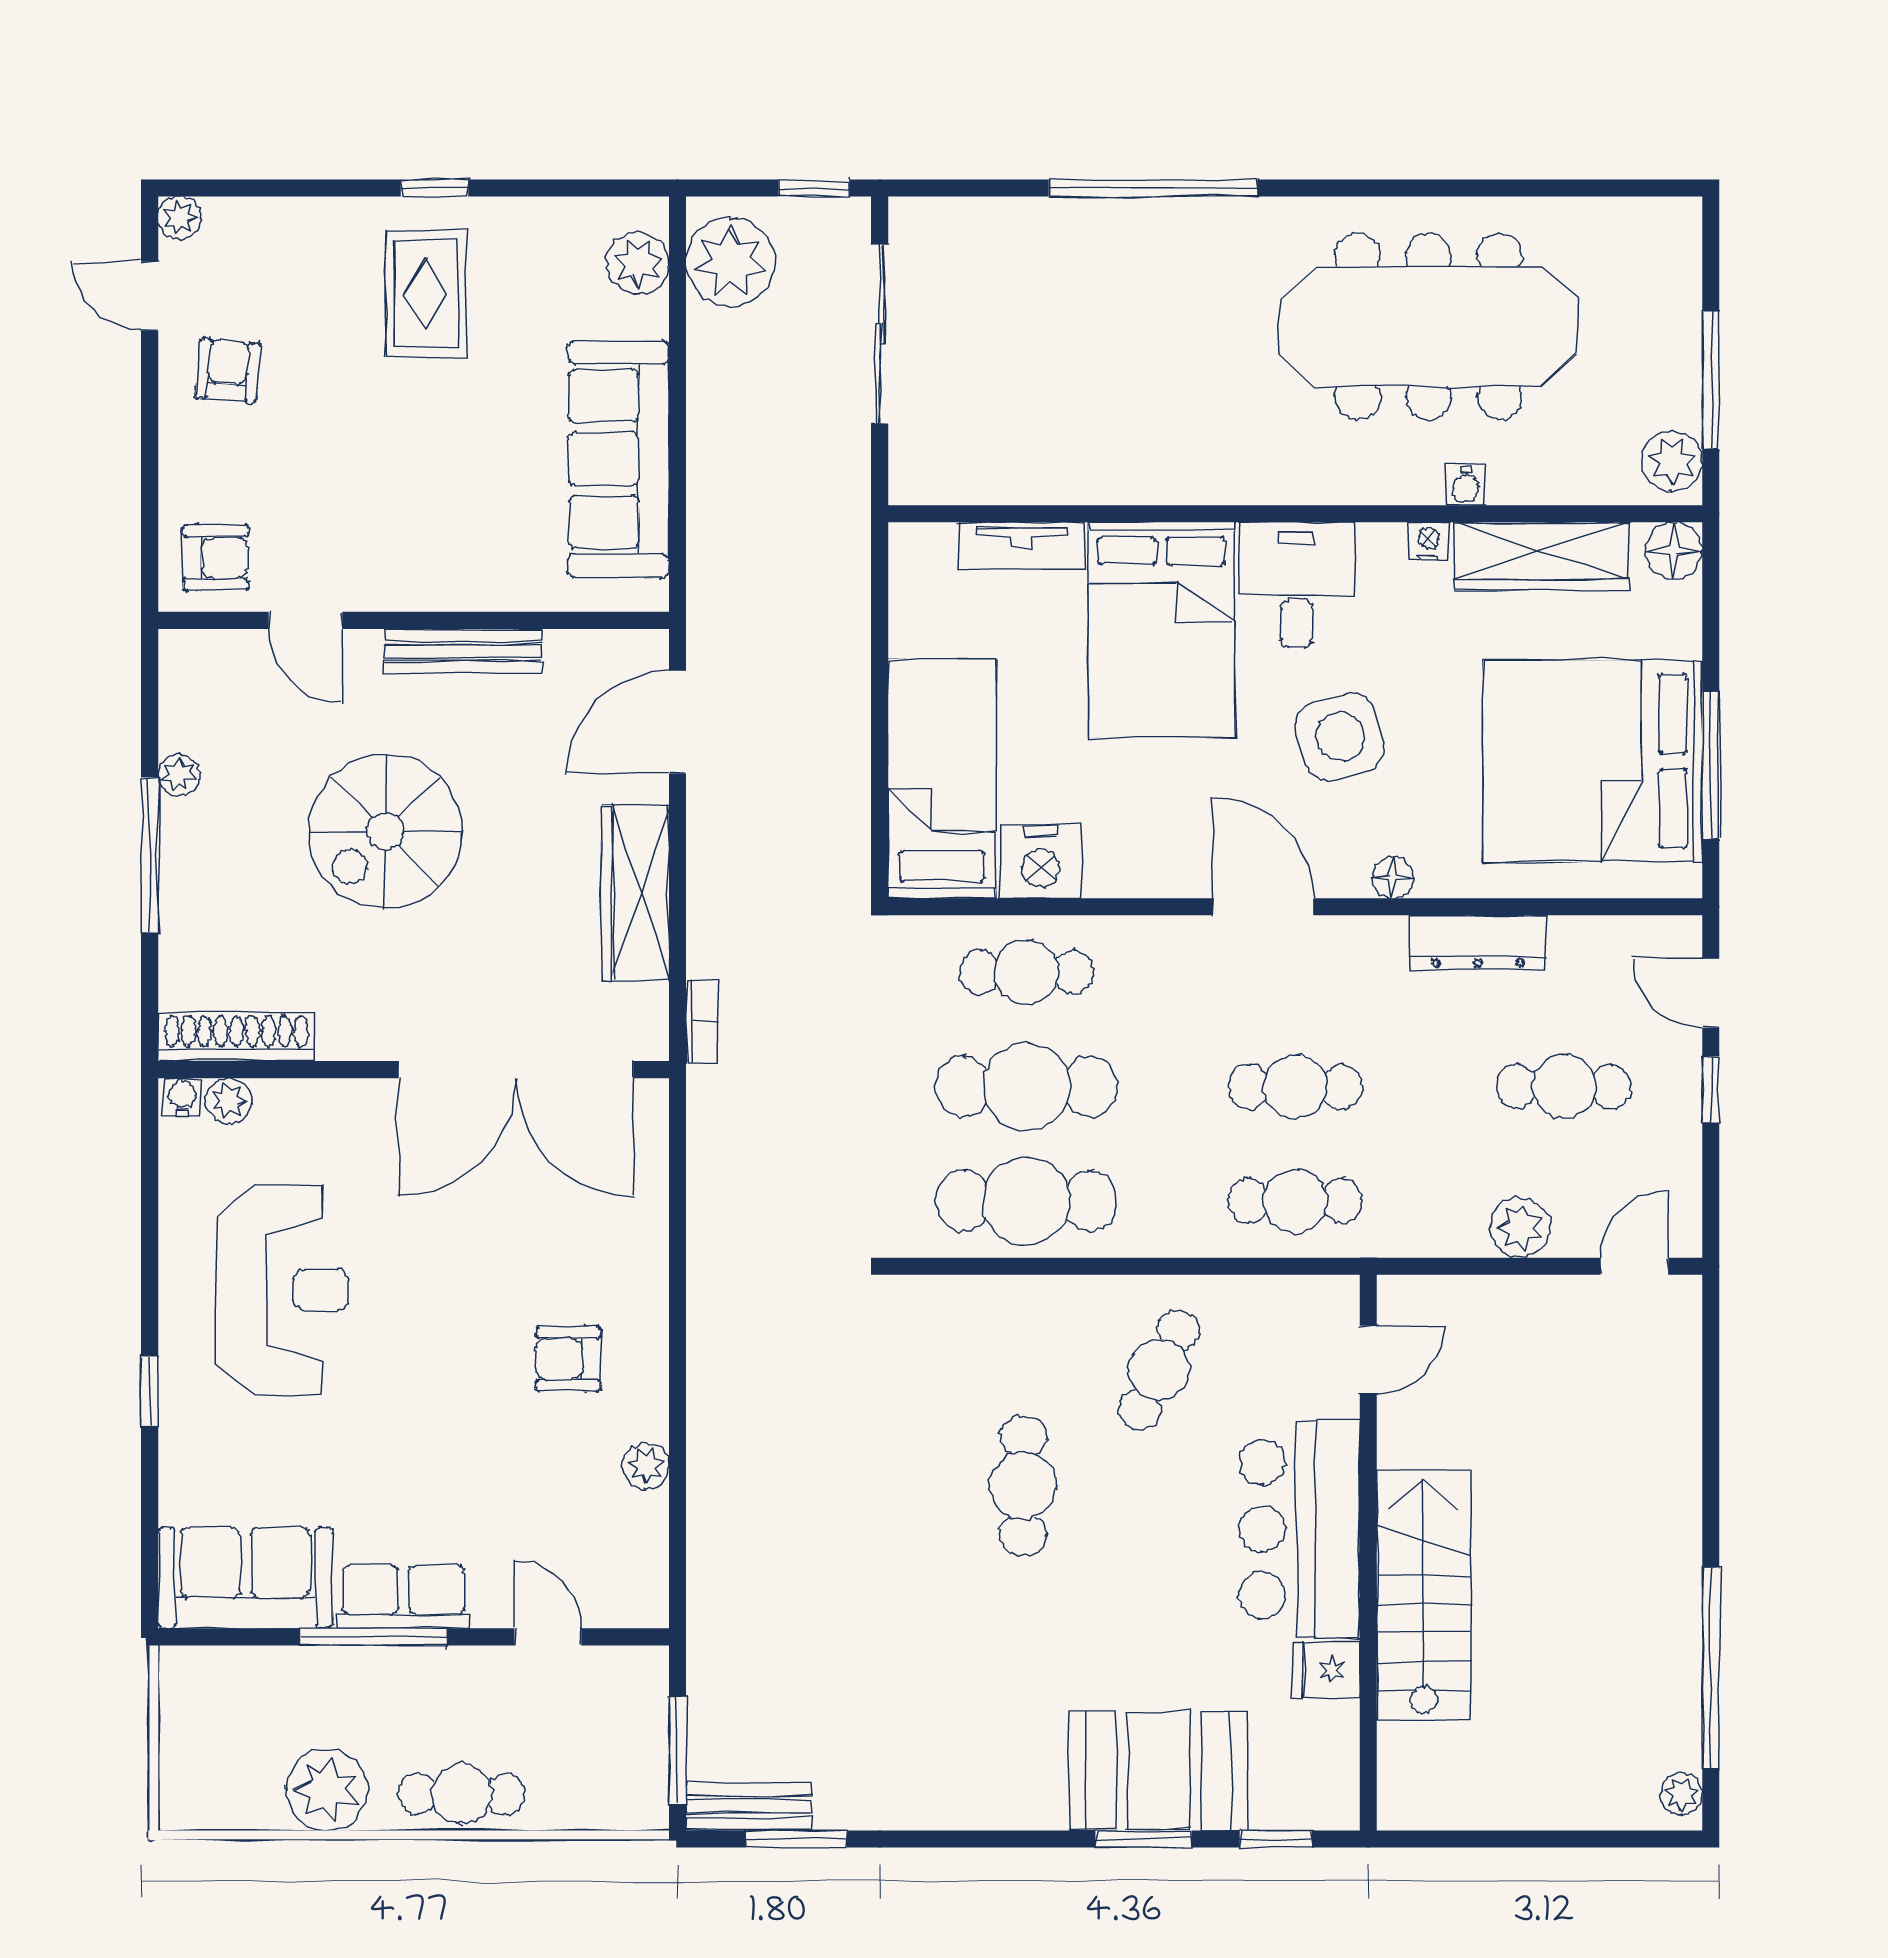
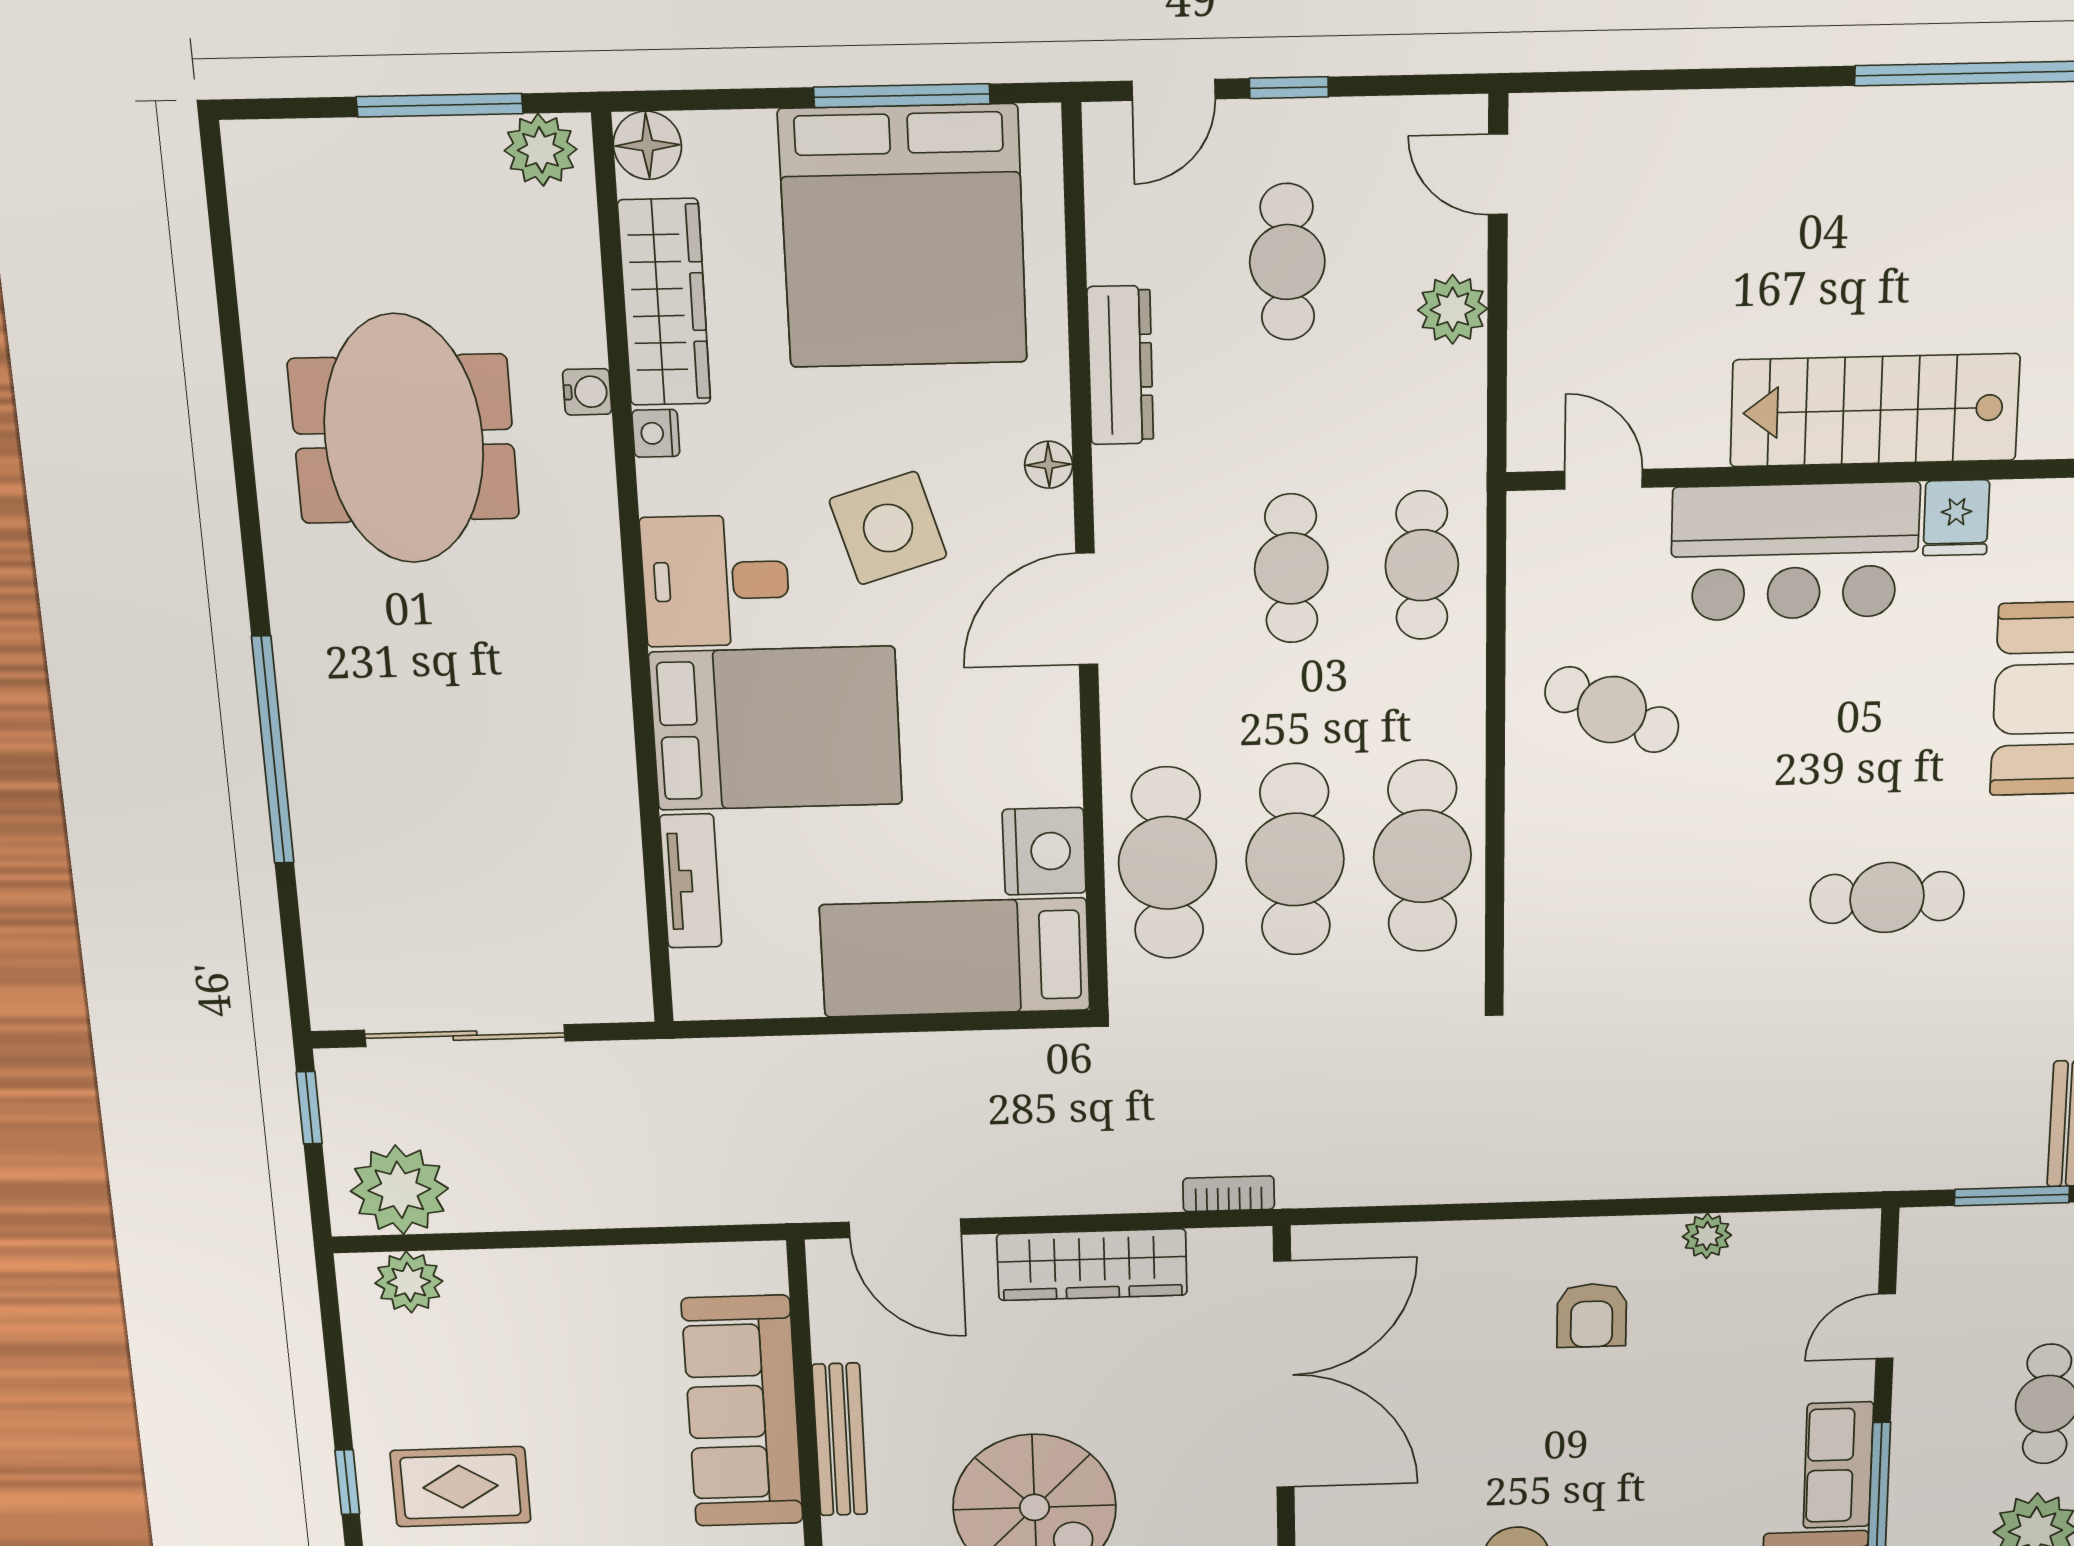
meeting table: (1428, 326) -> (404, 439), width x0.73
sofa: (619, 459) -> (742, 1411), moved, turned 90
cafe table: (1026, 972) -> (1167, 863), width x1.37, depth x1.35
cafe table: (1023, 1486) -> (1887, 898), moved

